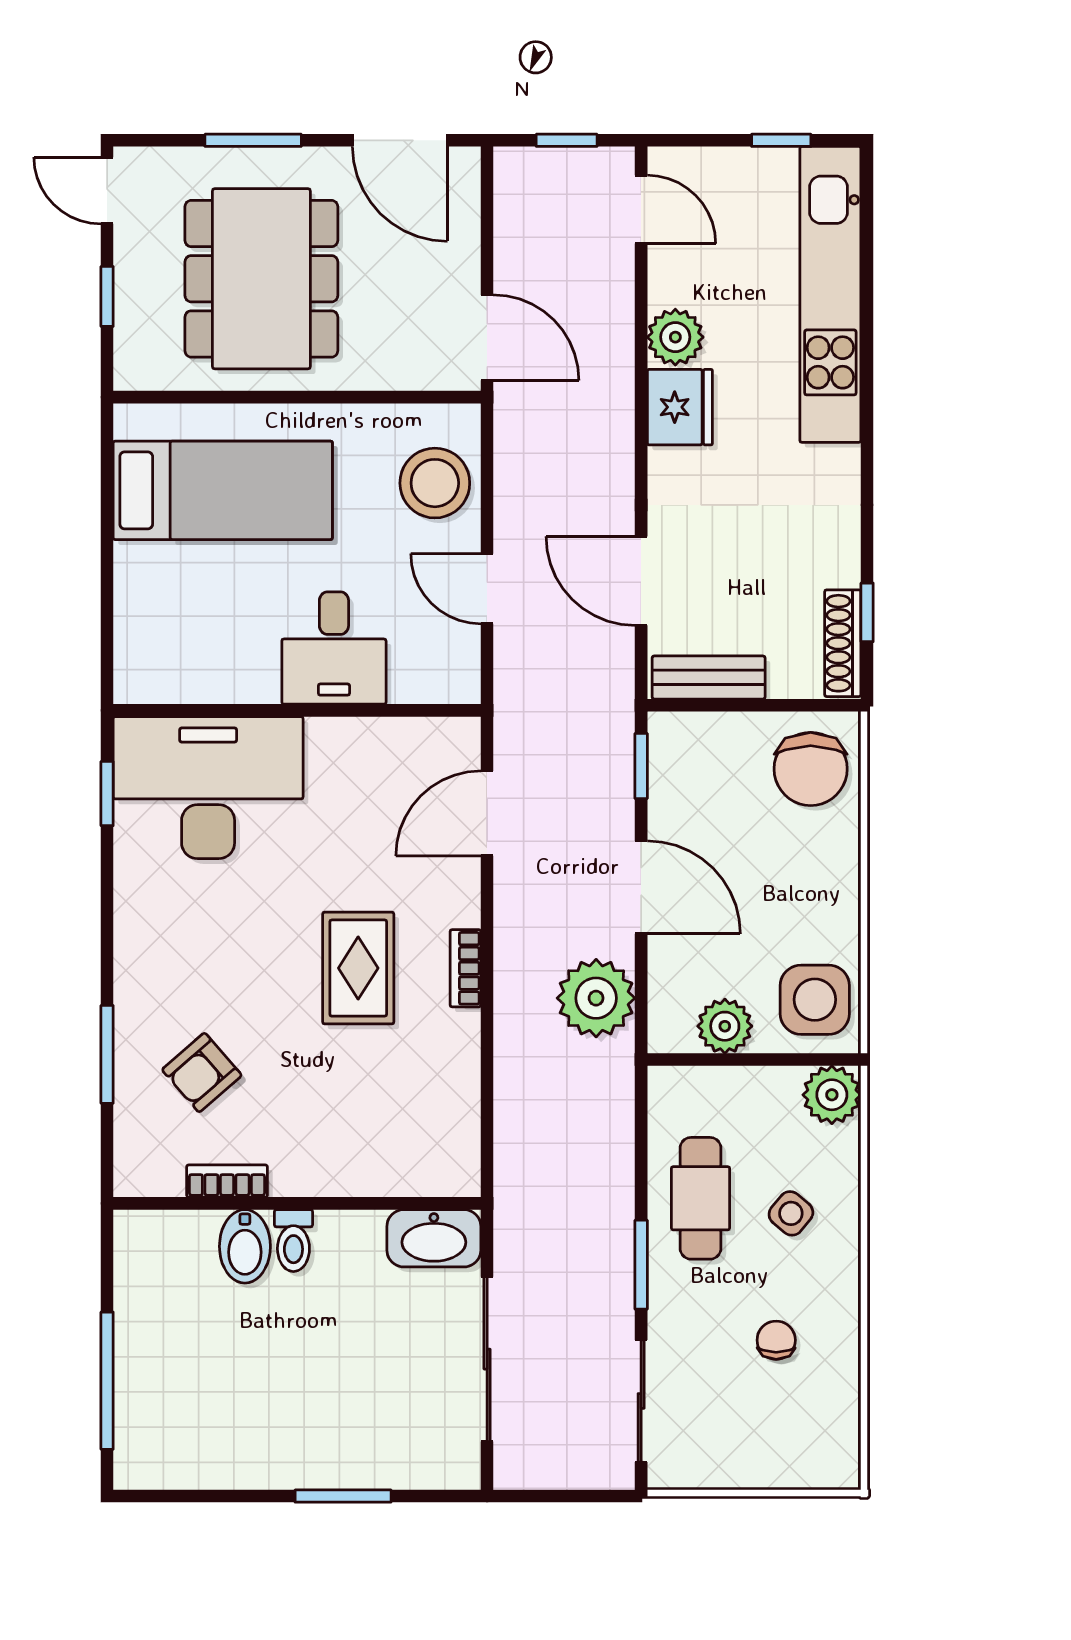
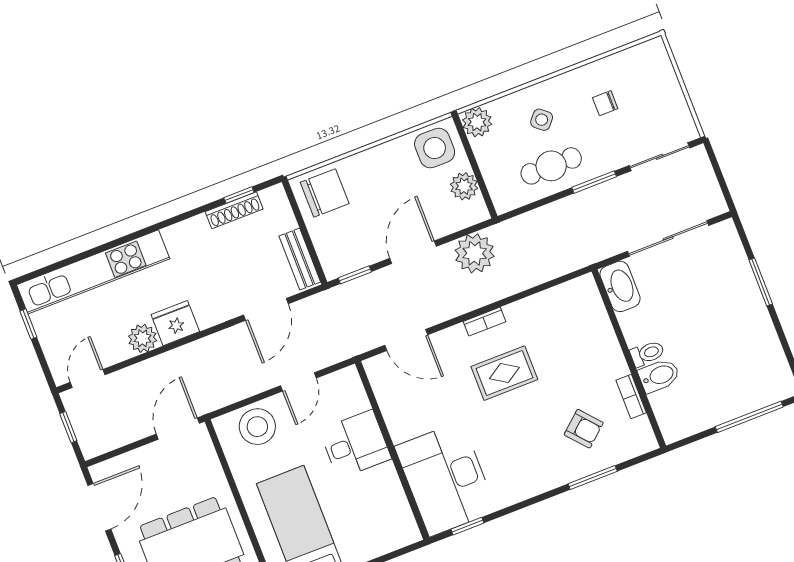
shoe rack: (843, 643) -> (234, 210), moved

